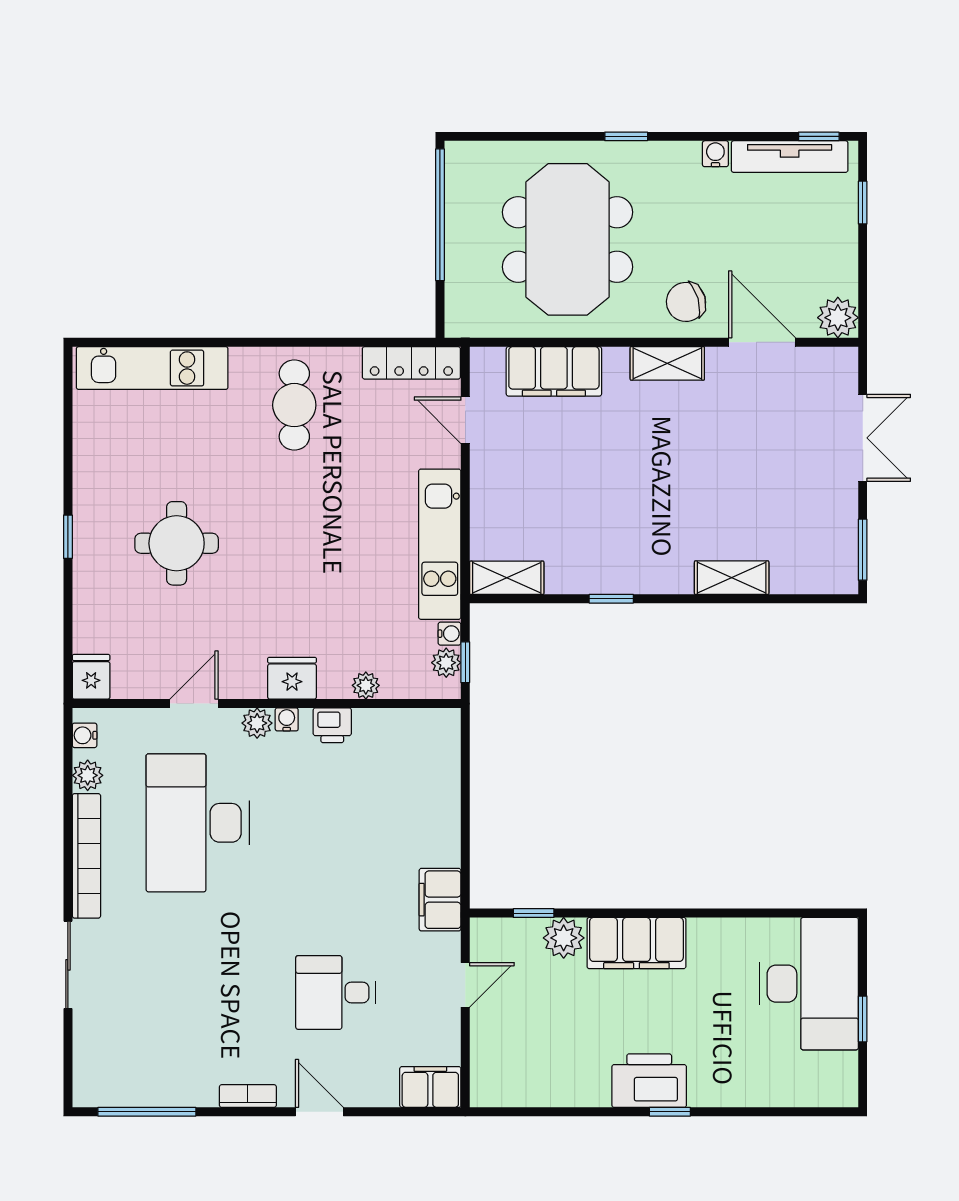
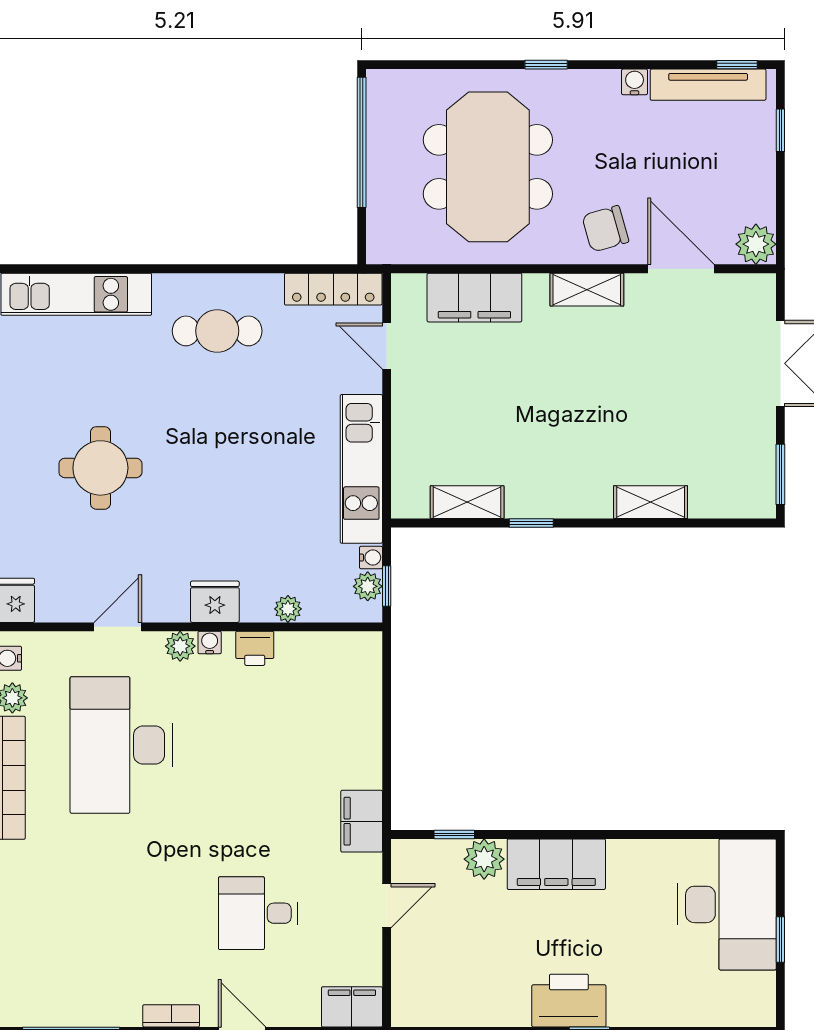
cafe table: (294, 405) -> (217, 331), turned 90
shelving: (507, 578) -> (467, 502), moved

